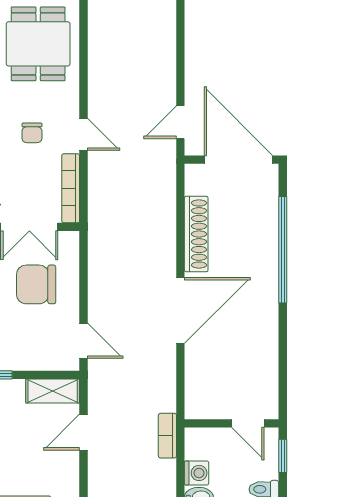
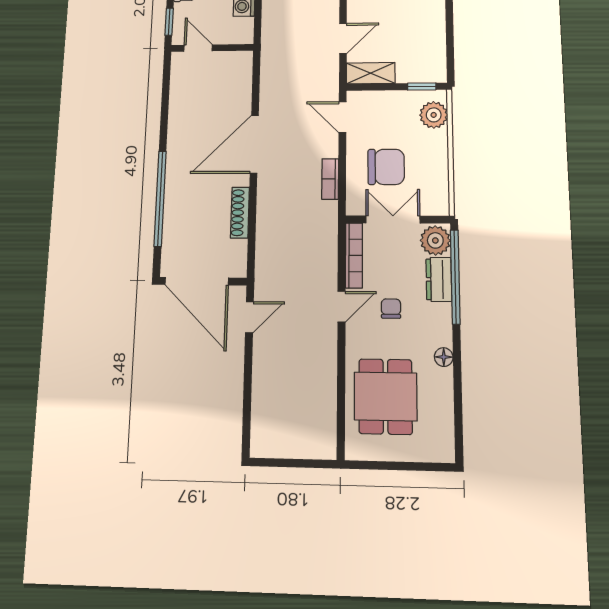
door: (84, 134) -> (341, 307), swing flipped
shoe rack: (196, 234) -> (240, 213), width x0.74, depth x0.81
bookcase: (167, 436) -> (330, 179), moved, turned 180

